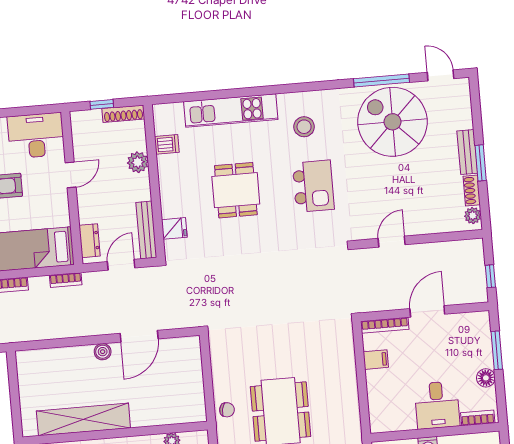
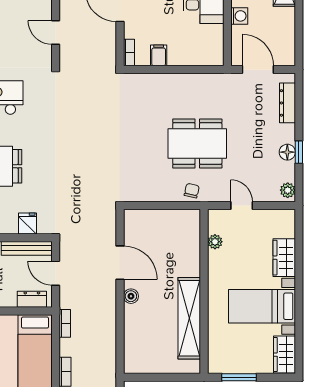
bookcase: (385, 325) -> (129, 52), width x0.64

